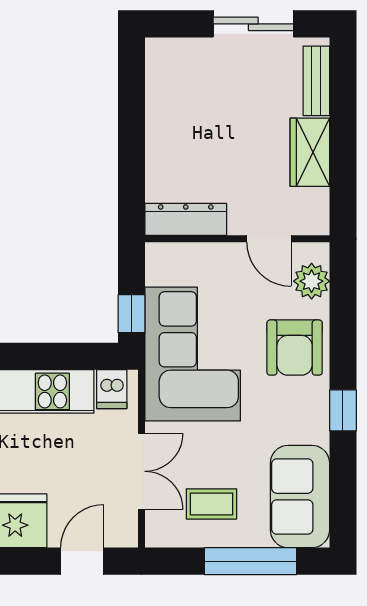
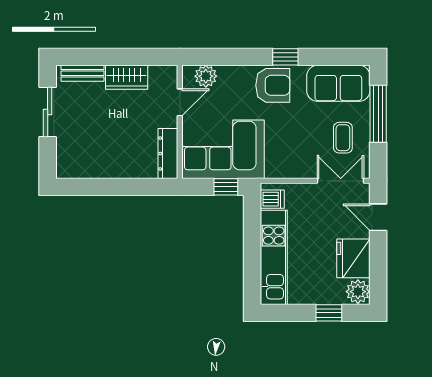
armchair: (295, 348) -> (273, 85), moved
corner sofa: (193, 354) -> (223, 149), moved
double door: (142, 471) -> (341, 181), moved

